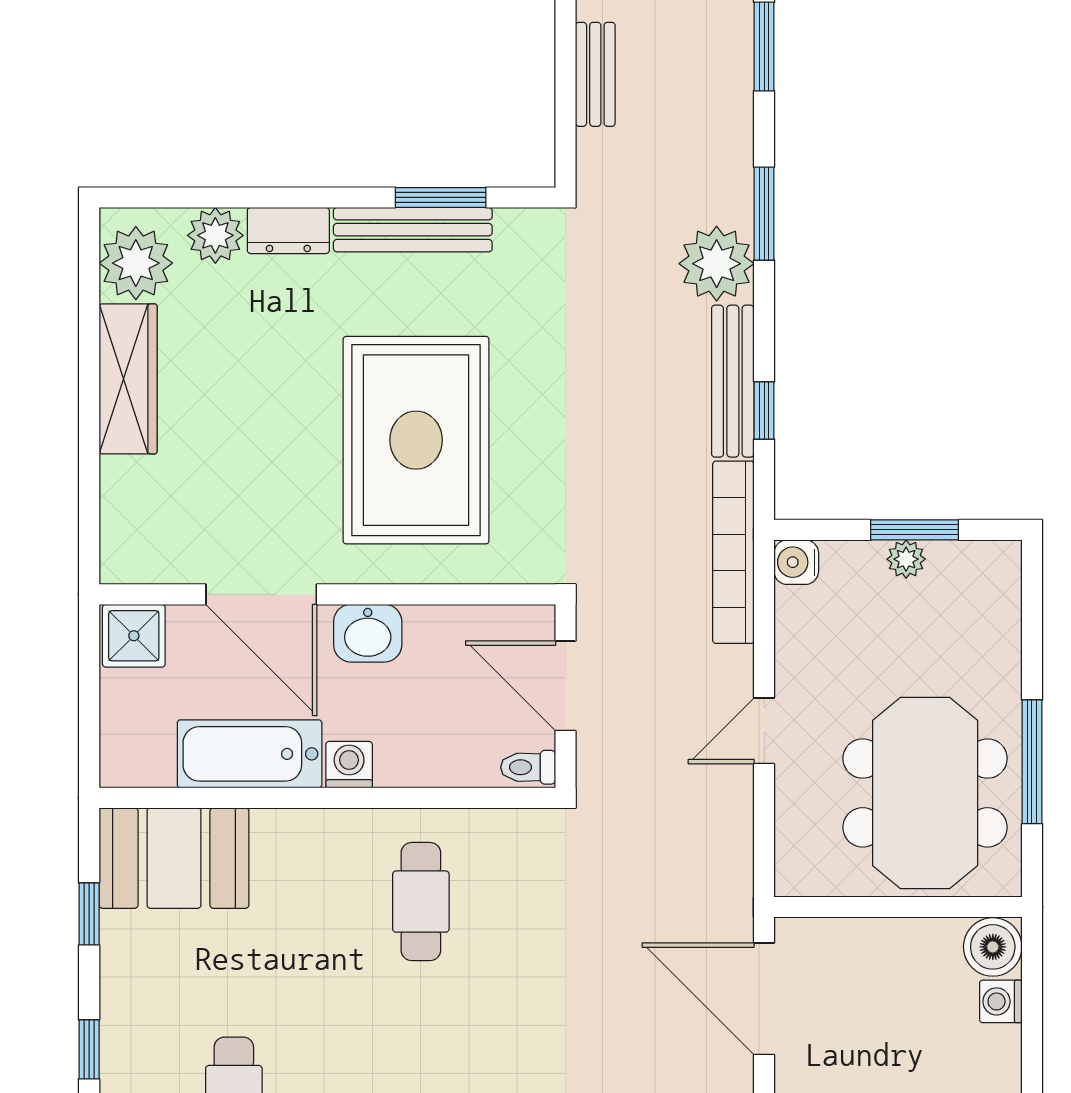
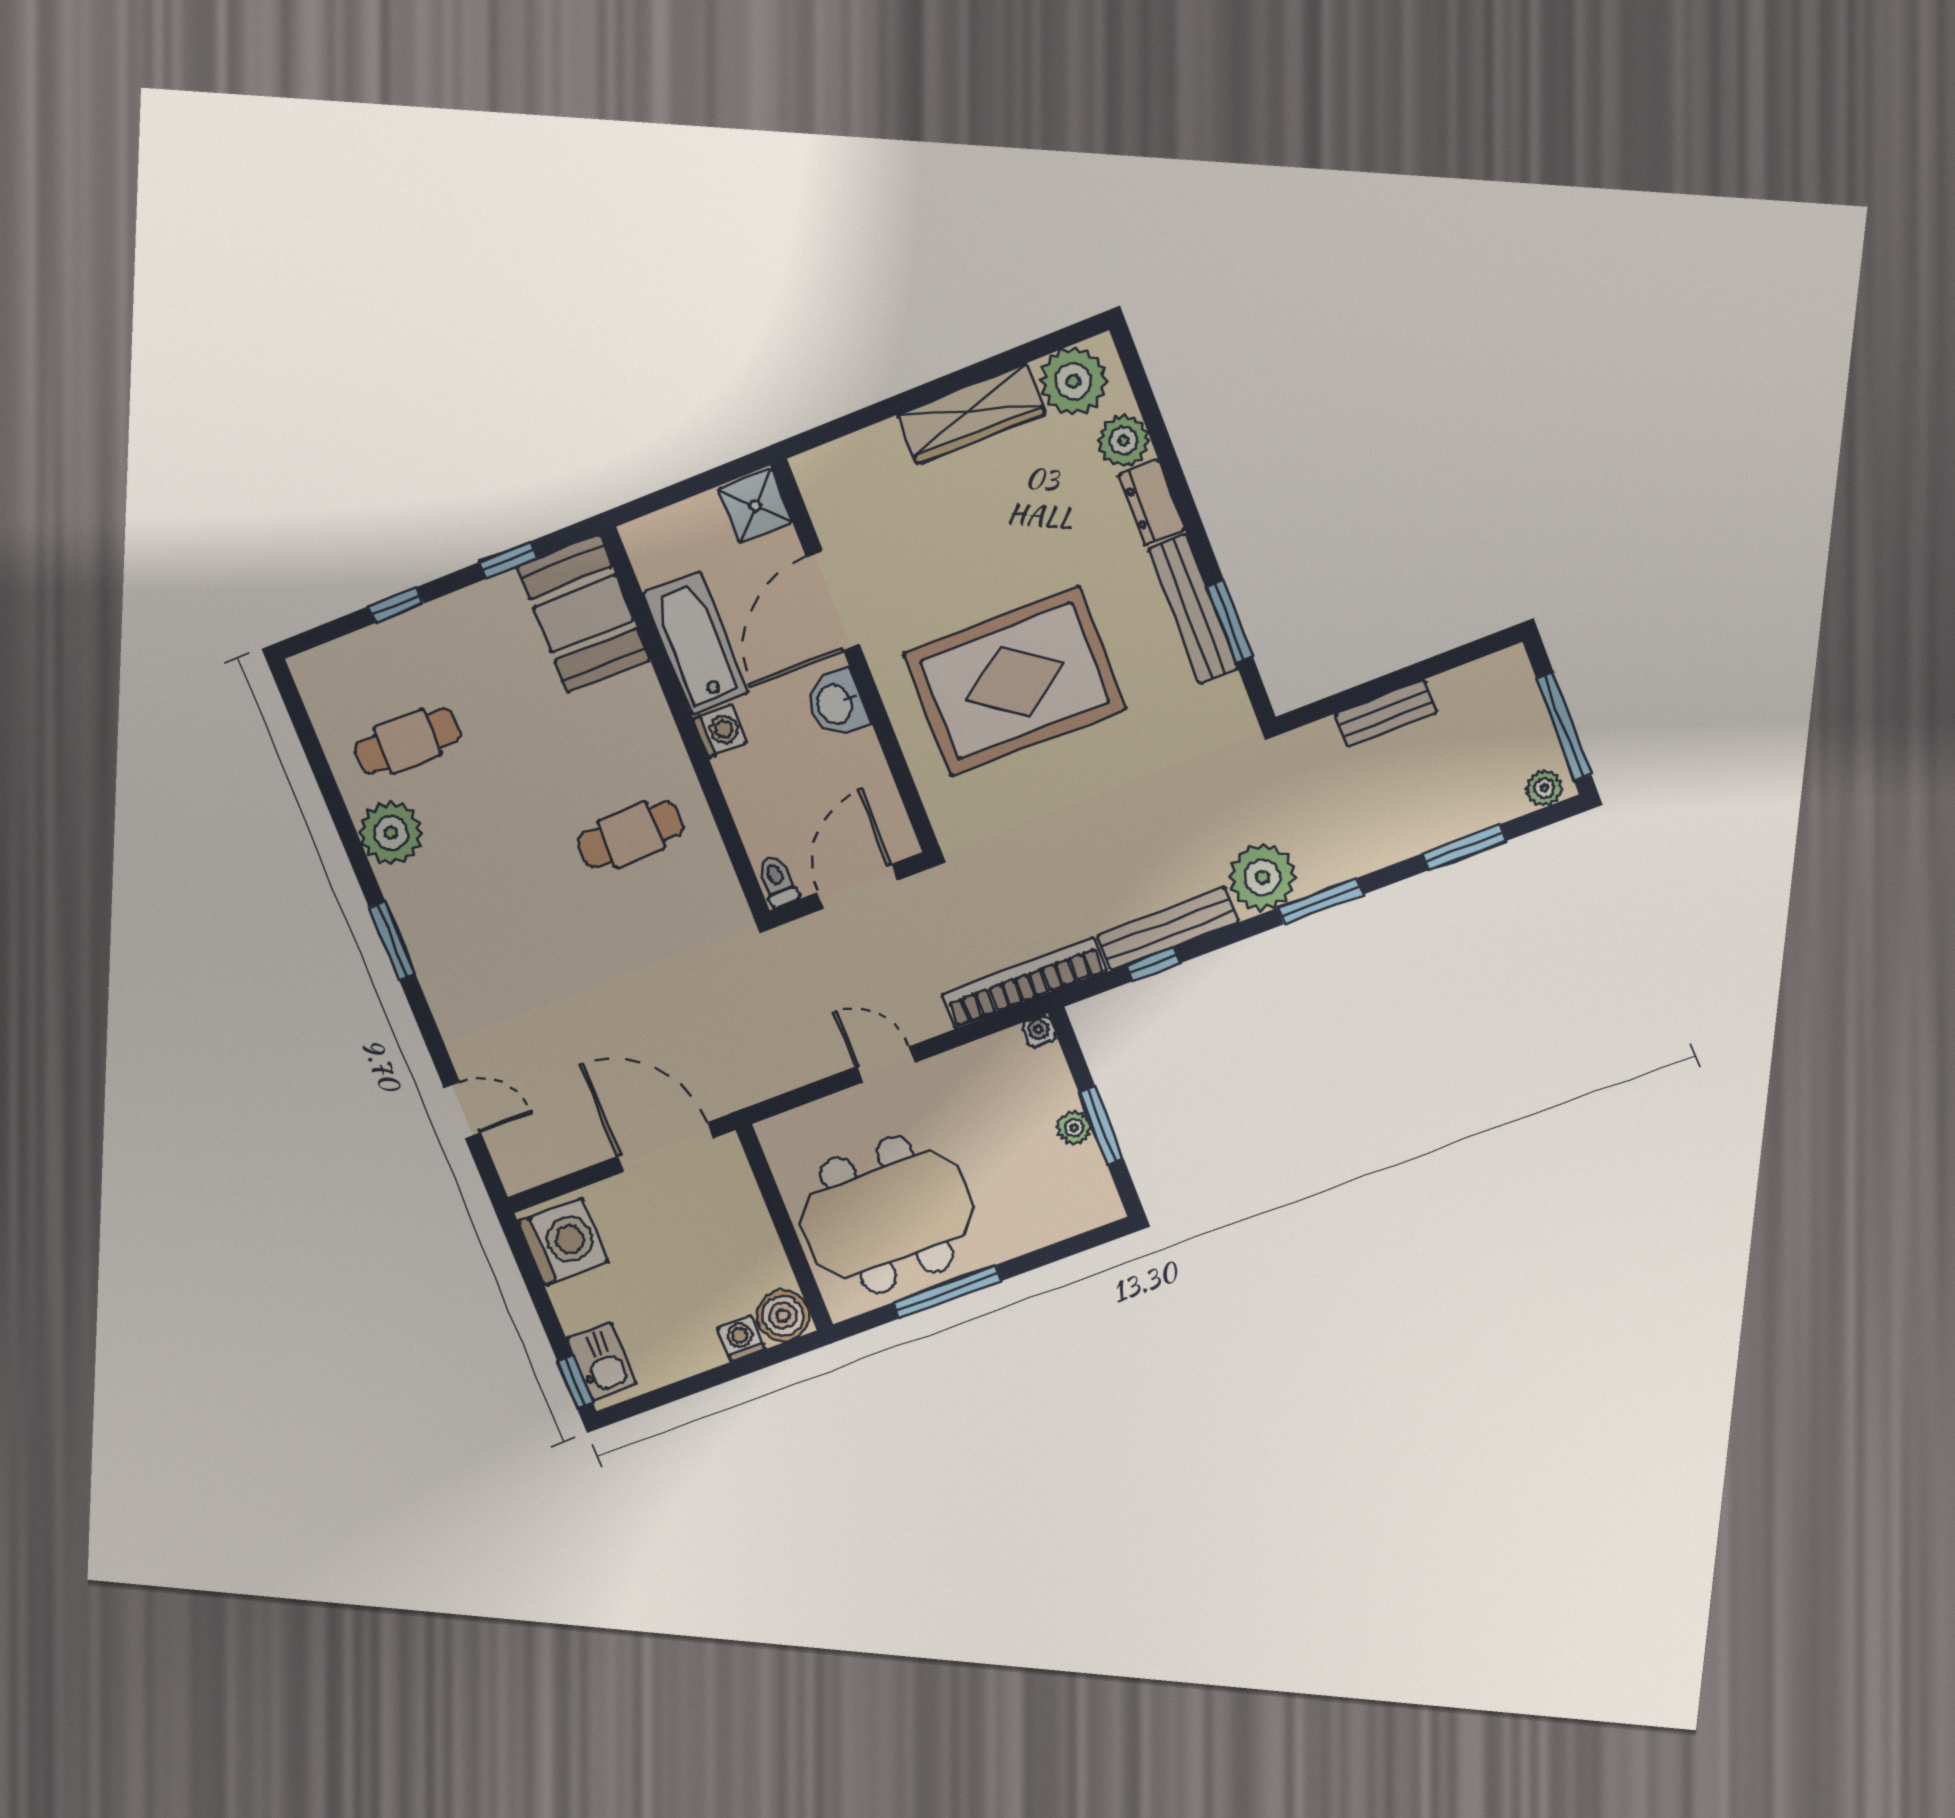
water cooler: (796, 562) -> (1039, 1031), width x0.72, depth x0.72
door: (764, 999) -> (666, 1147), hinge flipped

